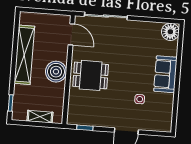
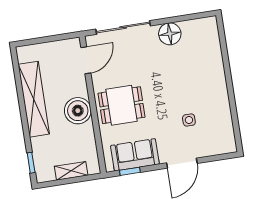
floor lamp: (170, 32) -> (170, 34), moved
door: (71, 34) -> (86, 60), hinge flipped
sofa: (165, 74) -> (135, 155), moved, turned 90

